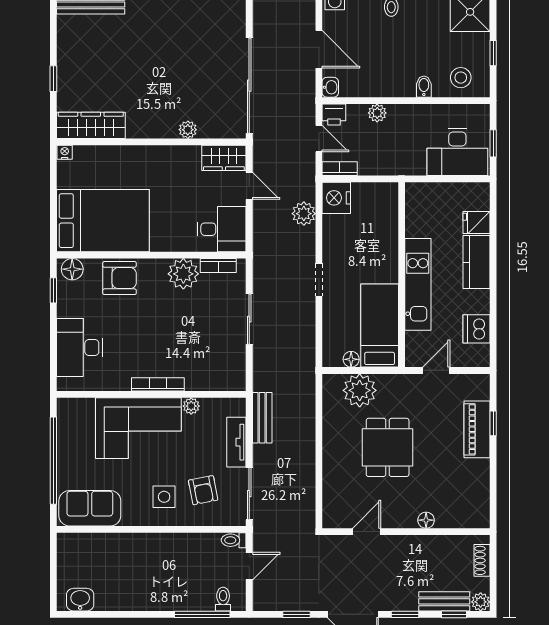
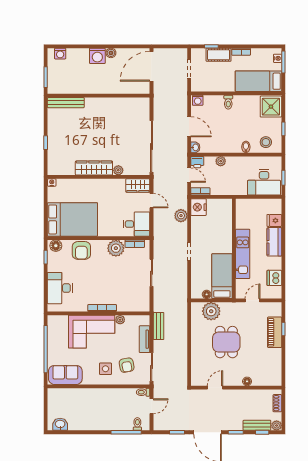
wardrobe: (91, 125) -> (94, 168), moved
armchair: (120, 278) -> (81, 250), turned 90

